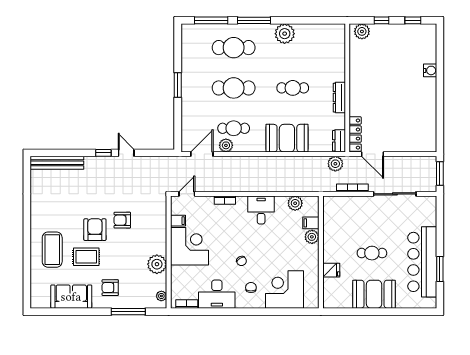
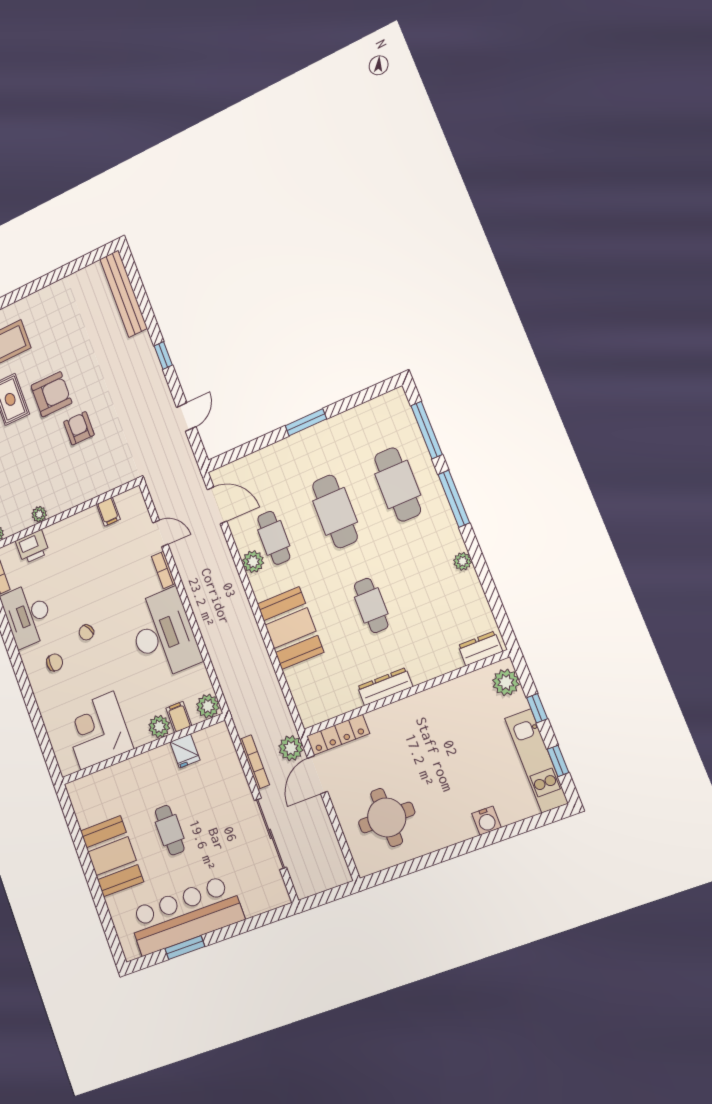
kitchen unit: (409, 32) -> (536, 761), added
plant: (285, 34) -> (463, 561), width x0.53, depth x0.53
round table: (409, 124) -> (387, 817), added
dresser: (339, 141) -> (480, 648), moved
plant: (226, 145) -> (253, 562), moved
door: (126, 153) -> (186, 417), moved
plant: (335, 164) -> (291, 748), moved
window: (440, 173) -> (329, 896), removed
door: (187, 194) -> (160, 534), moved
plant: (295, 203) -> (208, 706), moved
desk: (261, 210) -> (163, 634), width x1.87, depth x1.30
corner desk: (189, 246) -> (79, 545), removed
plant: (157, 264) -> (39, 514), width x0.53, depth x0.53
fridge: (331, 270) -> (185, 751), moved
printer: (178, 276) -> (32, 547), added
corner desk: (284, 290) -> (97, 731), moved, turned -90

